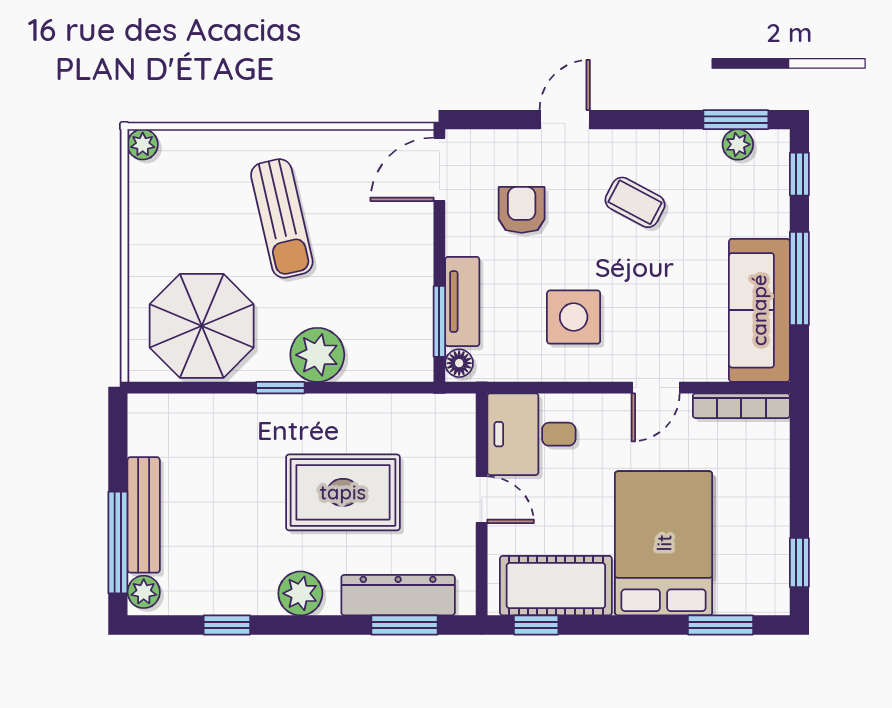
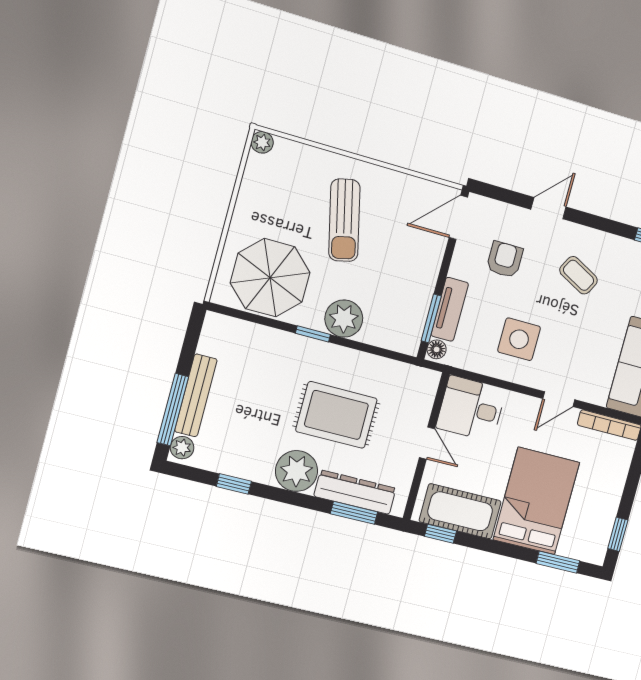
plant: (300, 593) -> (297, 471), width x1.36, depth x1.36

